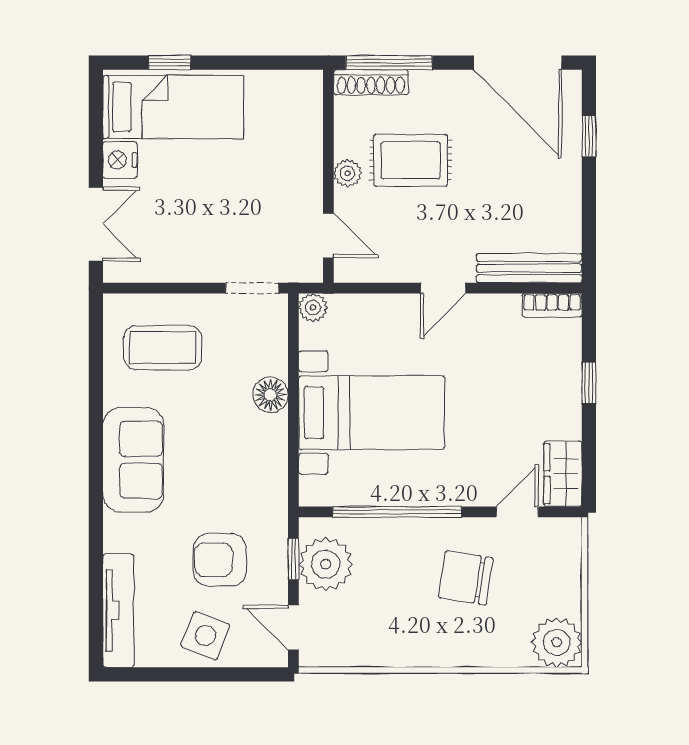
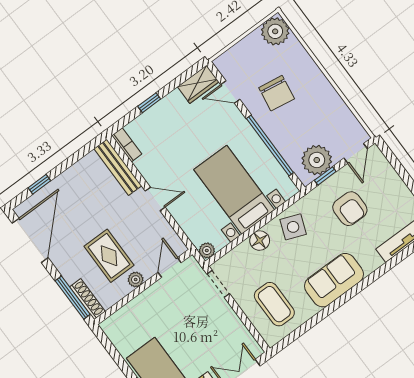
side table: (205, 636) -> (293, 227), moved

